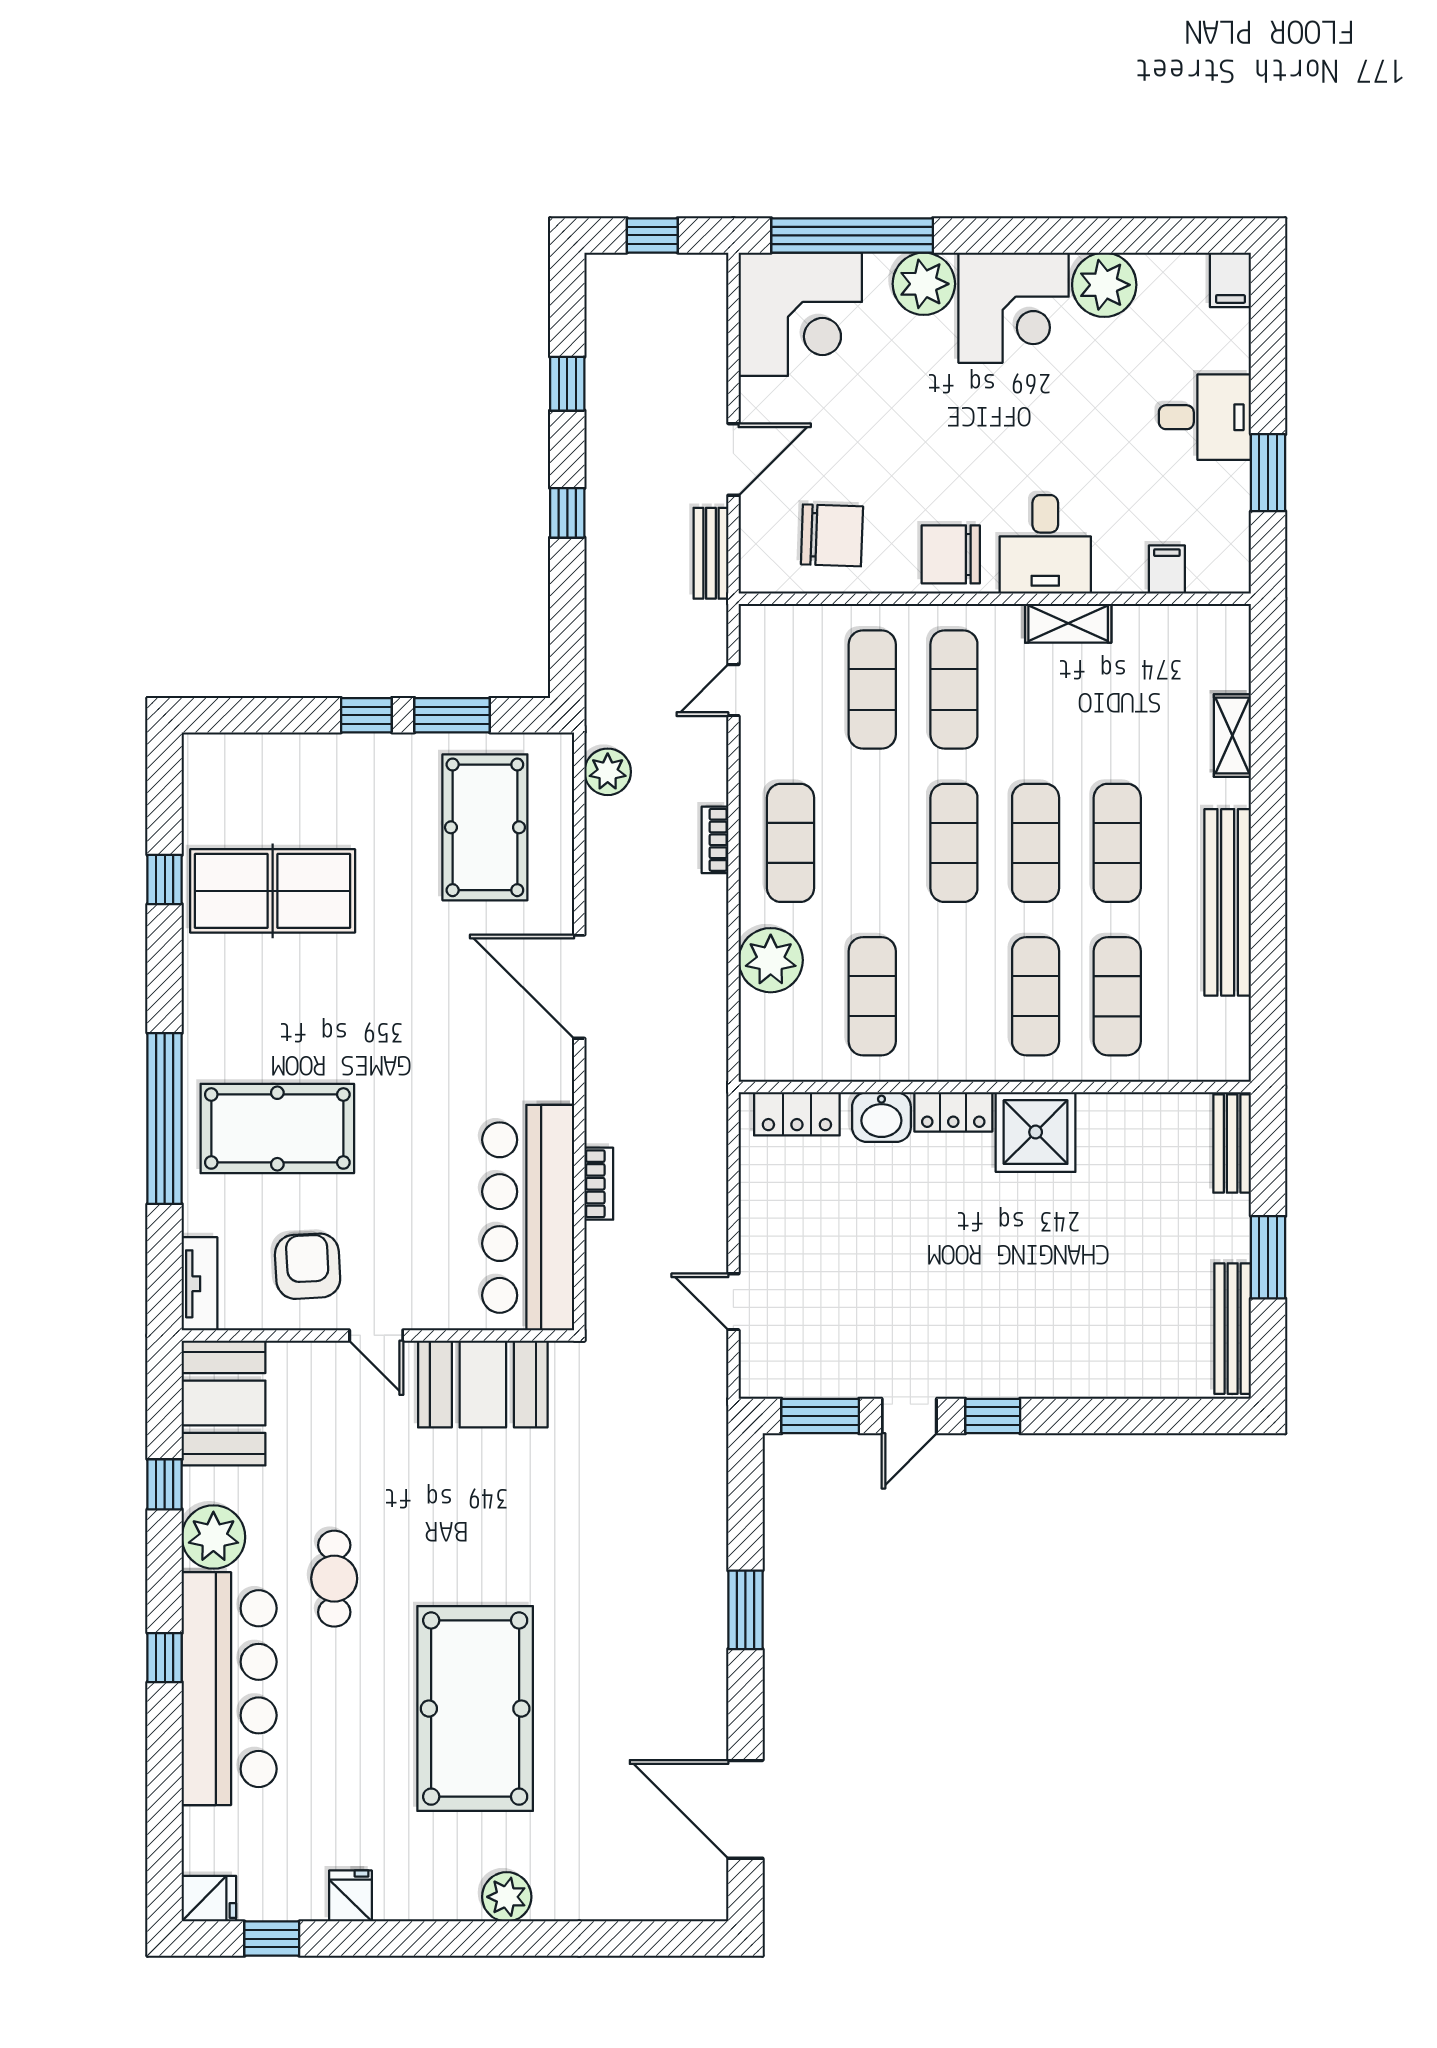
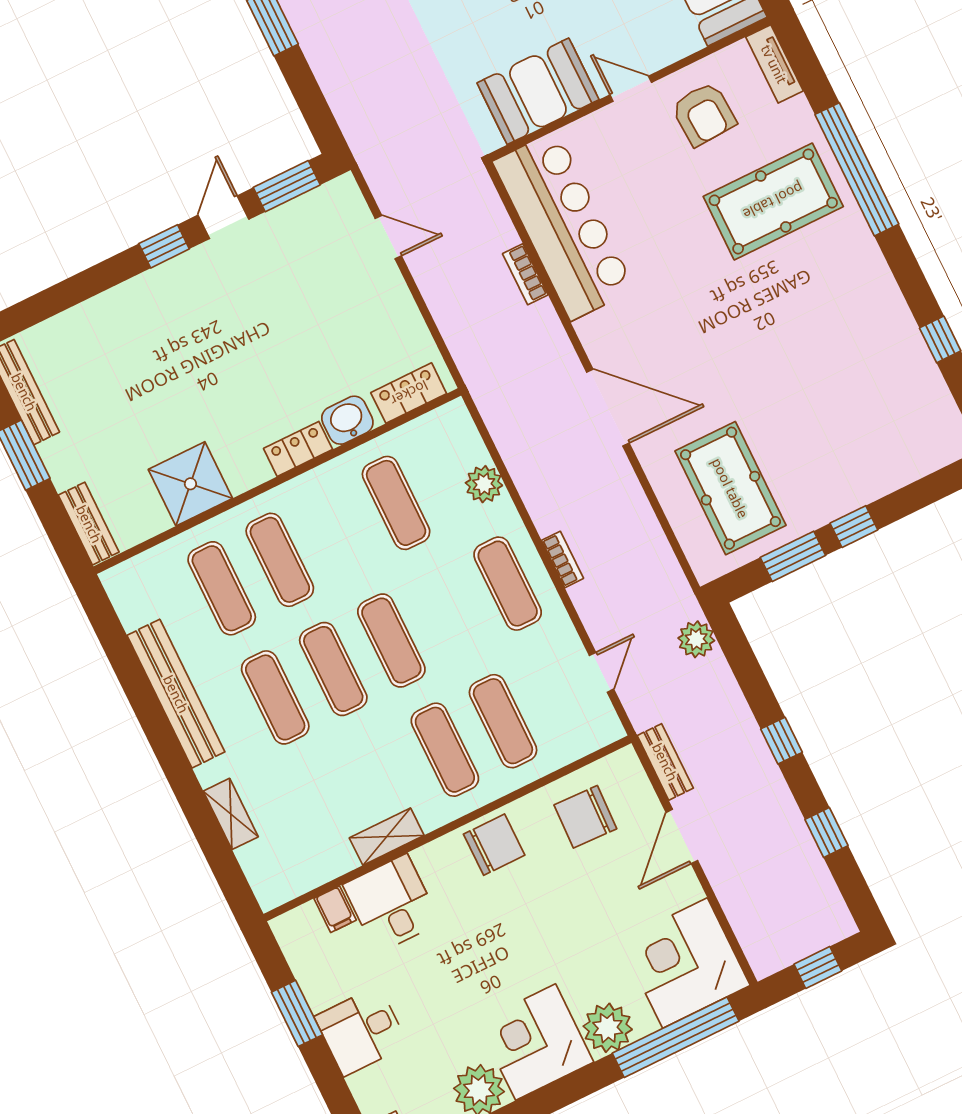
desk: (1045, 544) -> (392, 904), moved
plant: (608, 772) -> (696, 639), moved
table tennis table: (273, 891) -> (859, 369), removed
plant: (771, 960) -> (484, 484), width x0.73, depth x0.73
shower: (1036, 1132) -> (190, 484), moved

